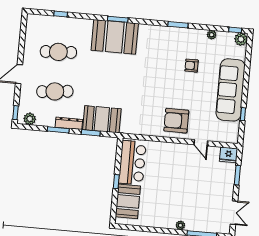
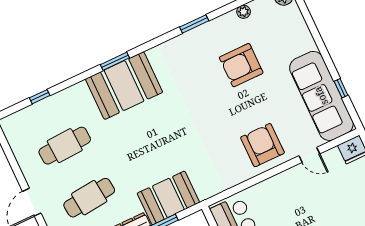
armchair: (192, 66) -> (241, 65), width x1.88, depth x1.88
sofa: (231, 90) -> (321, 96), moved
armchair: (176, 121) -> (262, 145), turned 90

